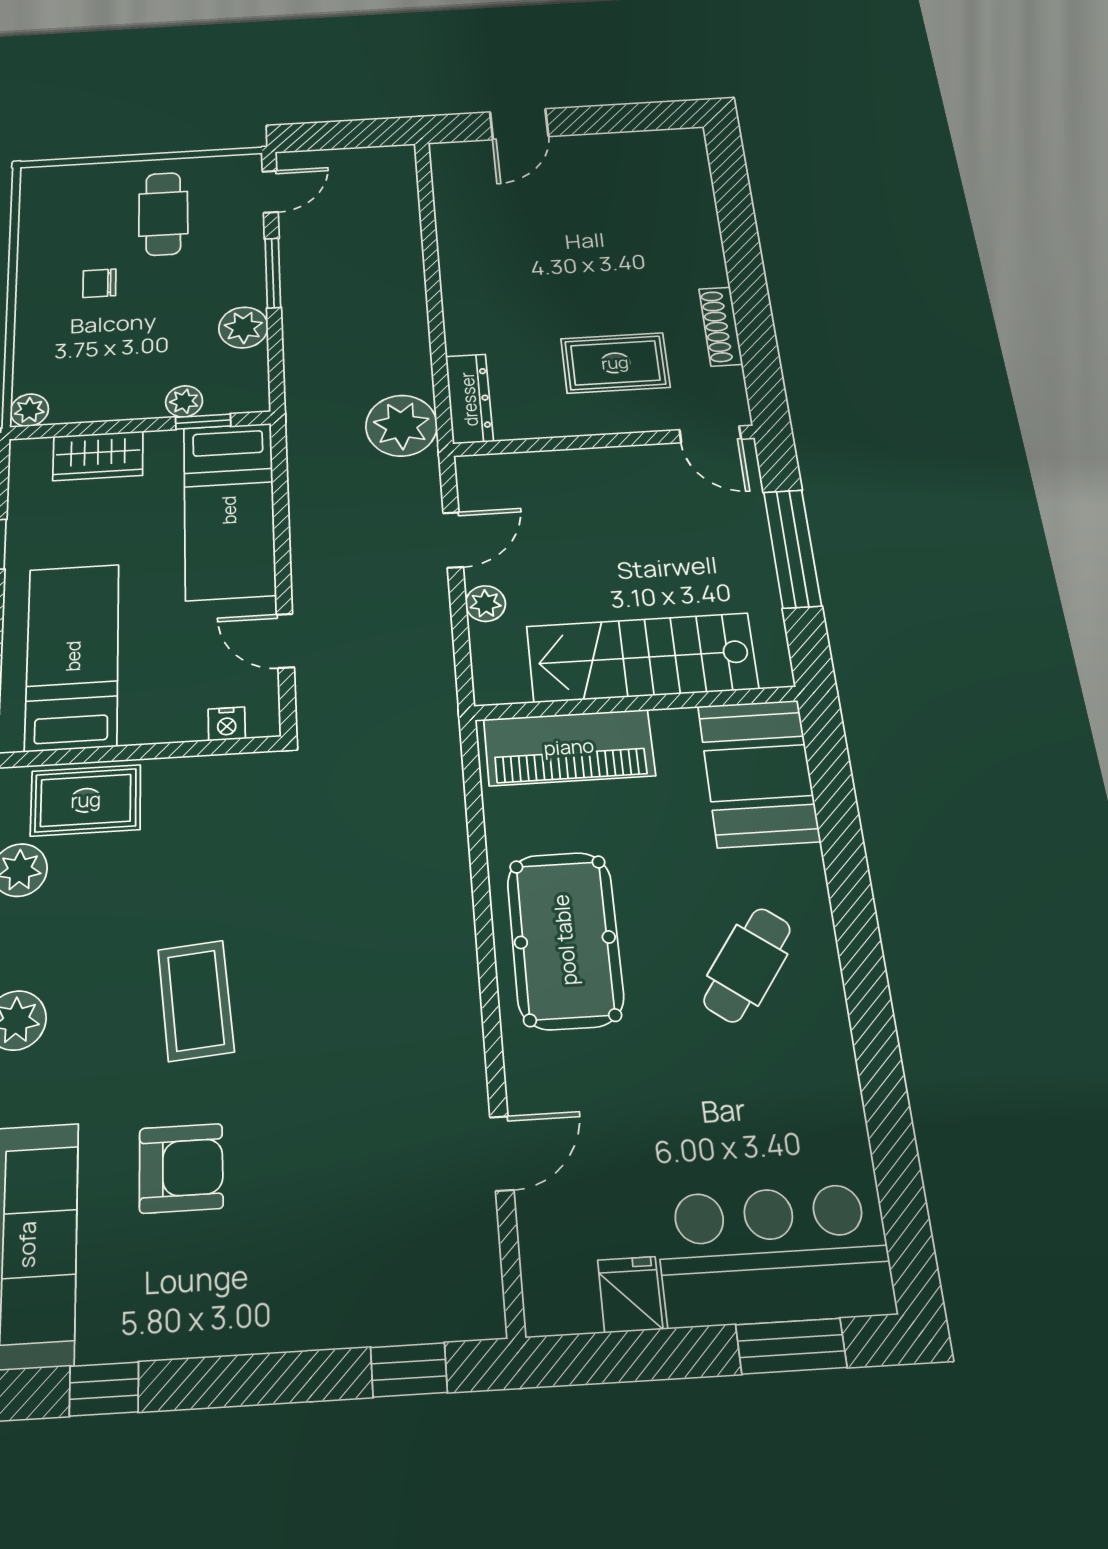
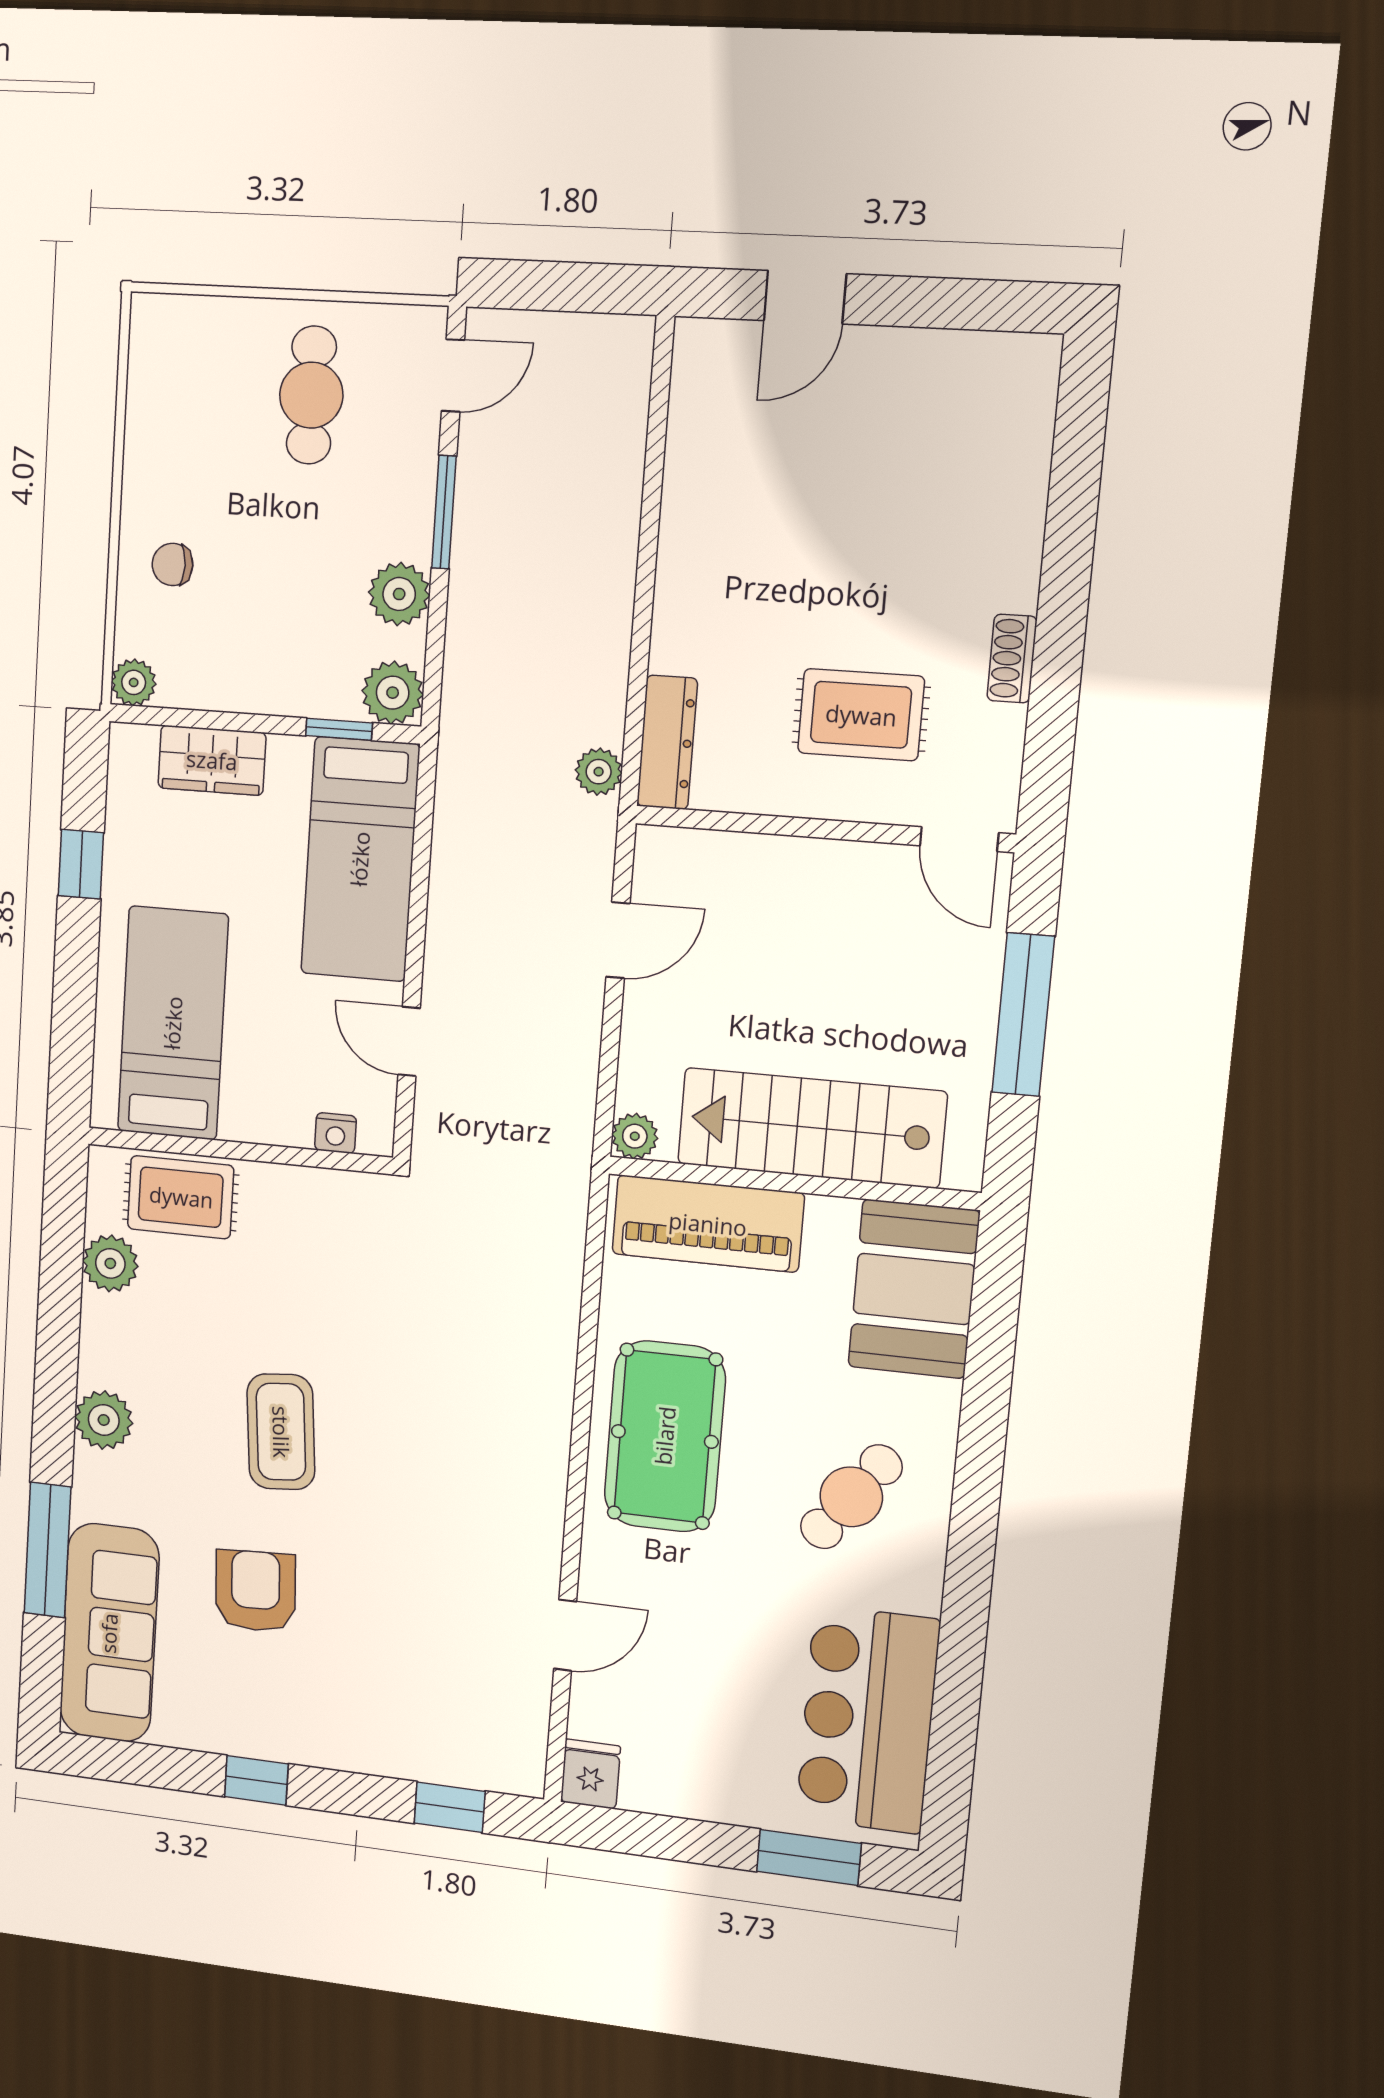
chair: (99, 283) -> (172, 564), moved
shoe rack: (721, 326) -> (1012, 659), width x0.70
plant: (184, 401) -> (393, 693), moved, width x1.38, depth x1.38
plant: (401, 426) -> (599, 772), width x0.53, depth x0.53
plant: (485, 604) -> (635, 1136), moved
armchair: (181, 1168) -> (256, 1591), turned -93
bar counter: (774, 1255) -> (868, 1719), moved, turned -90
fridge: (630, 1294) -> (590, 1774), moved
window: (104, 1389) -> (256, 1780), moved

